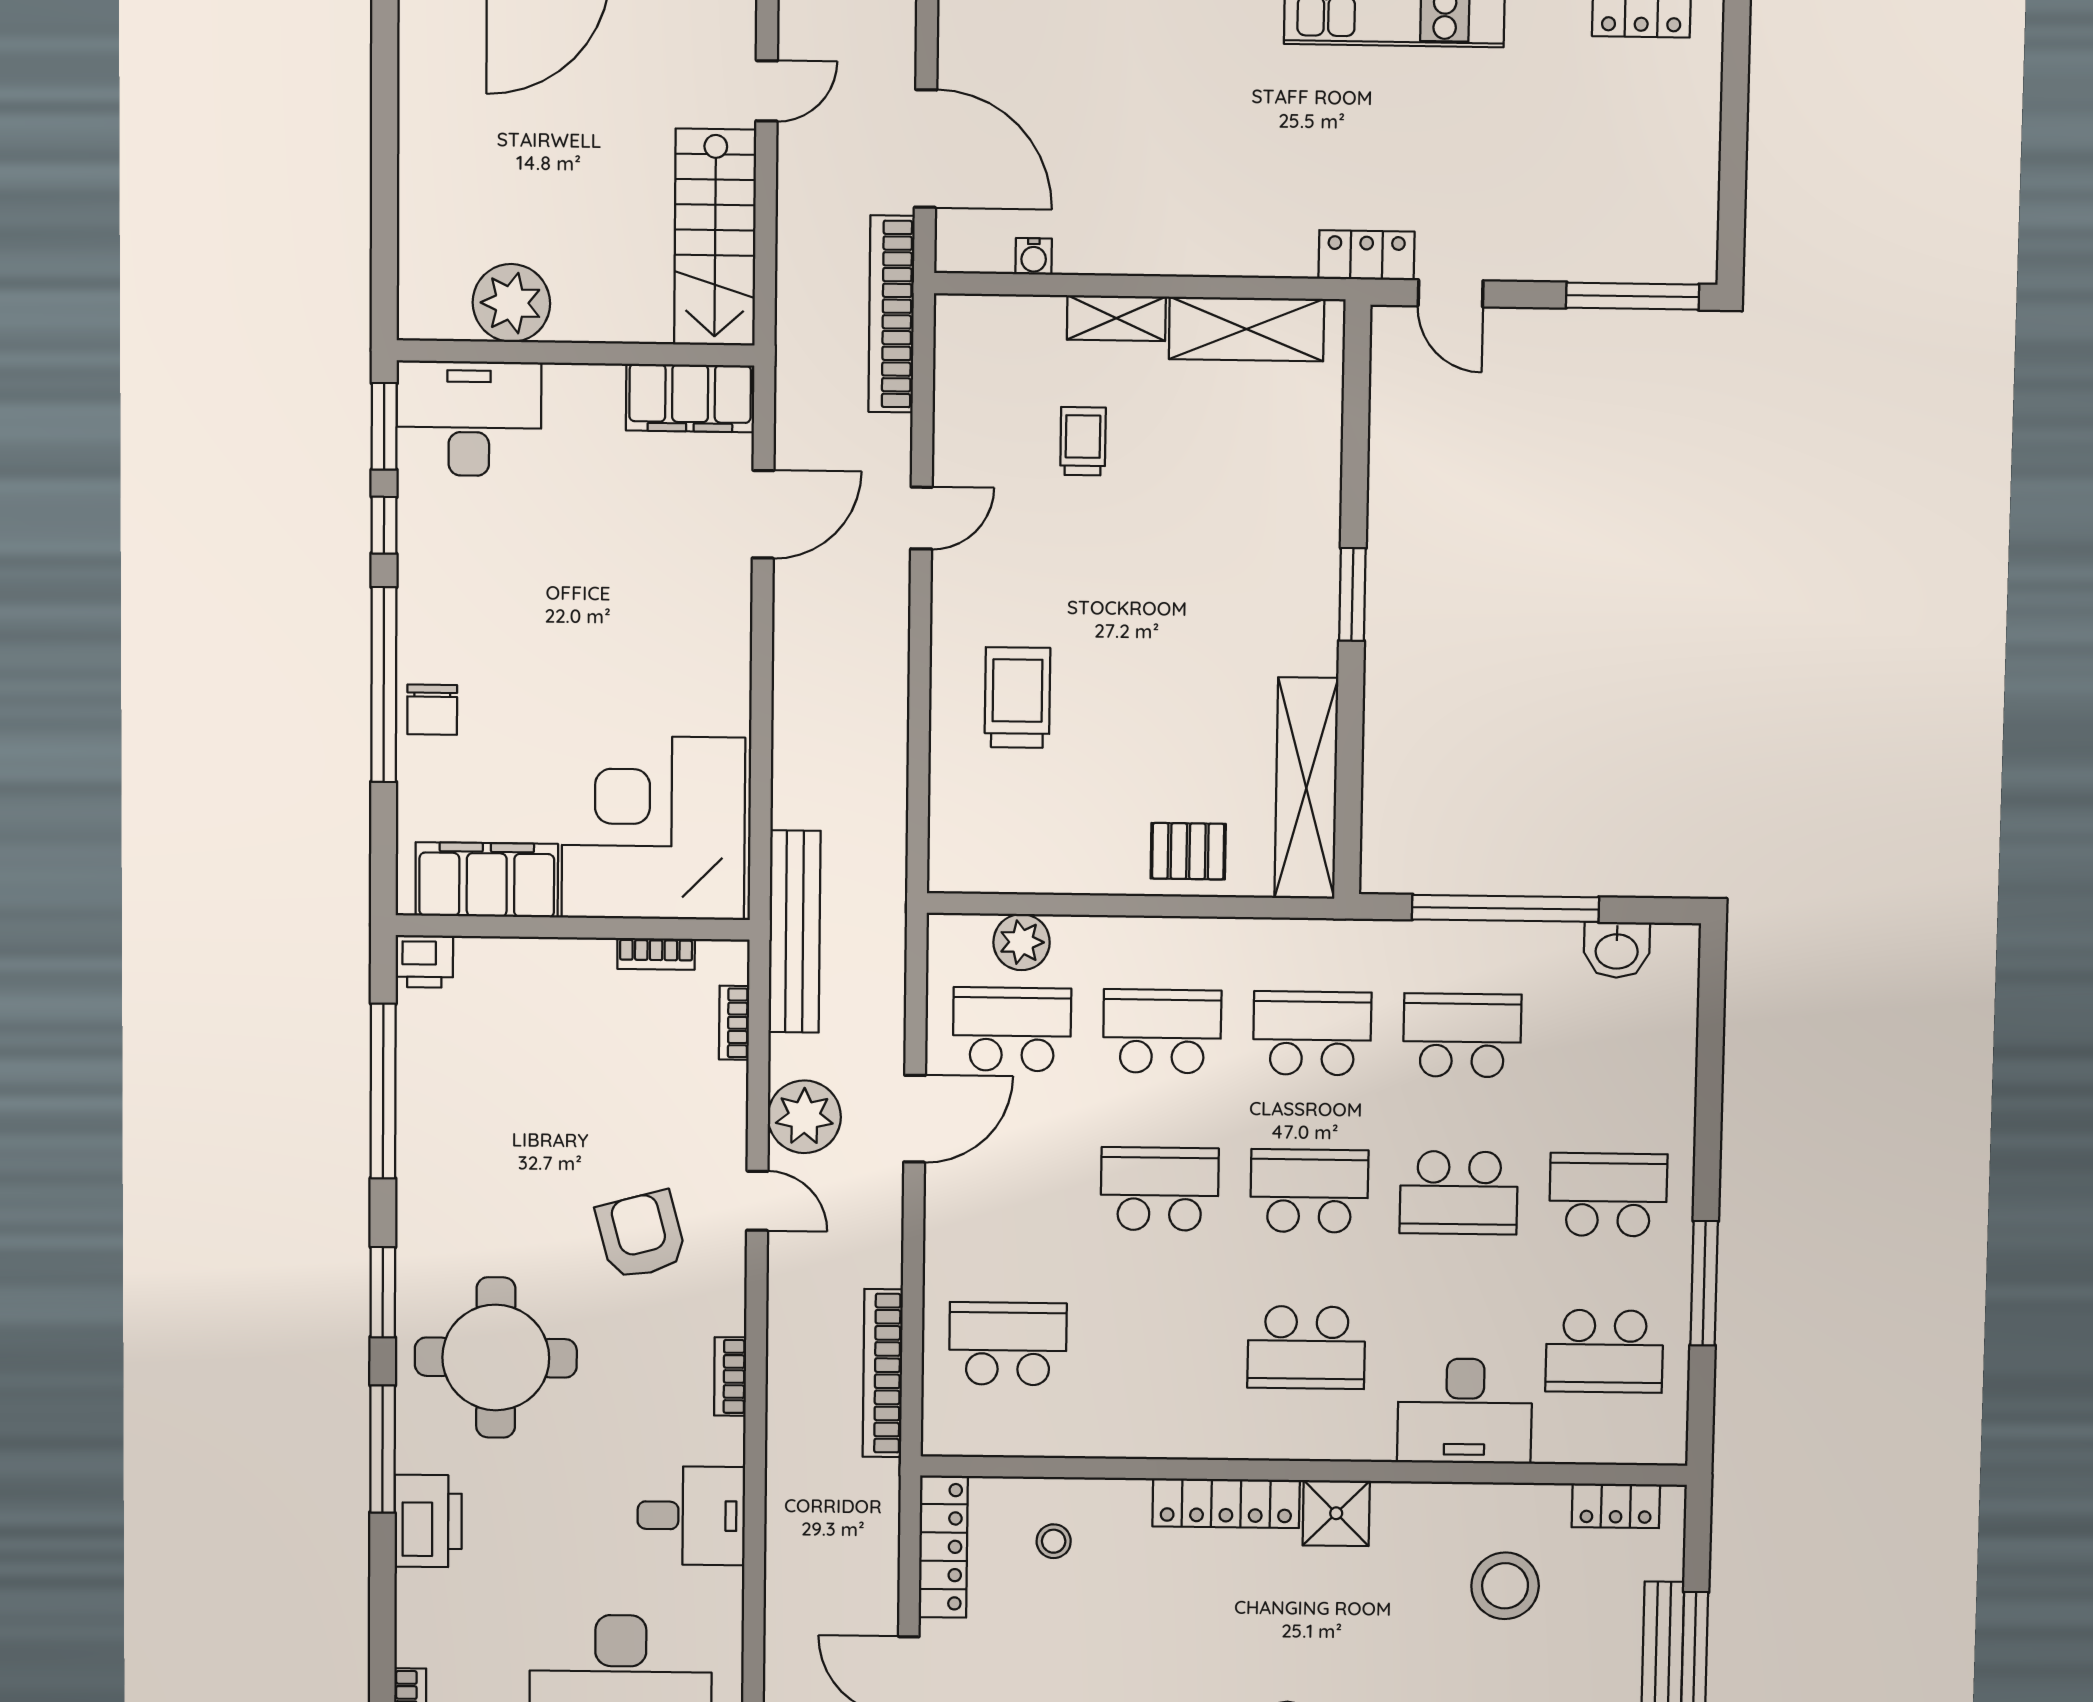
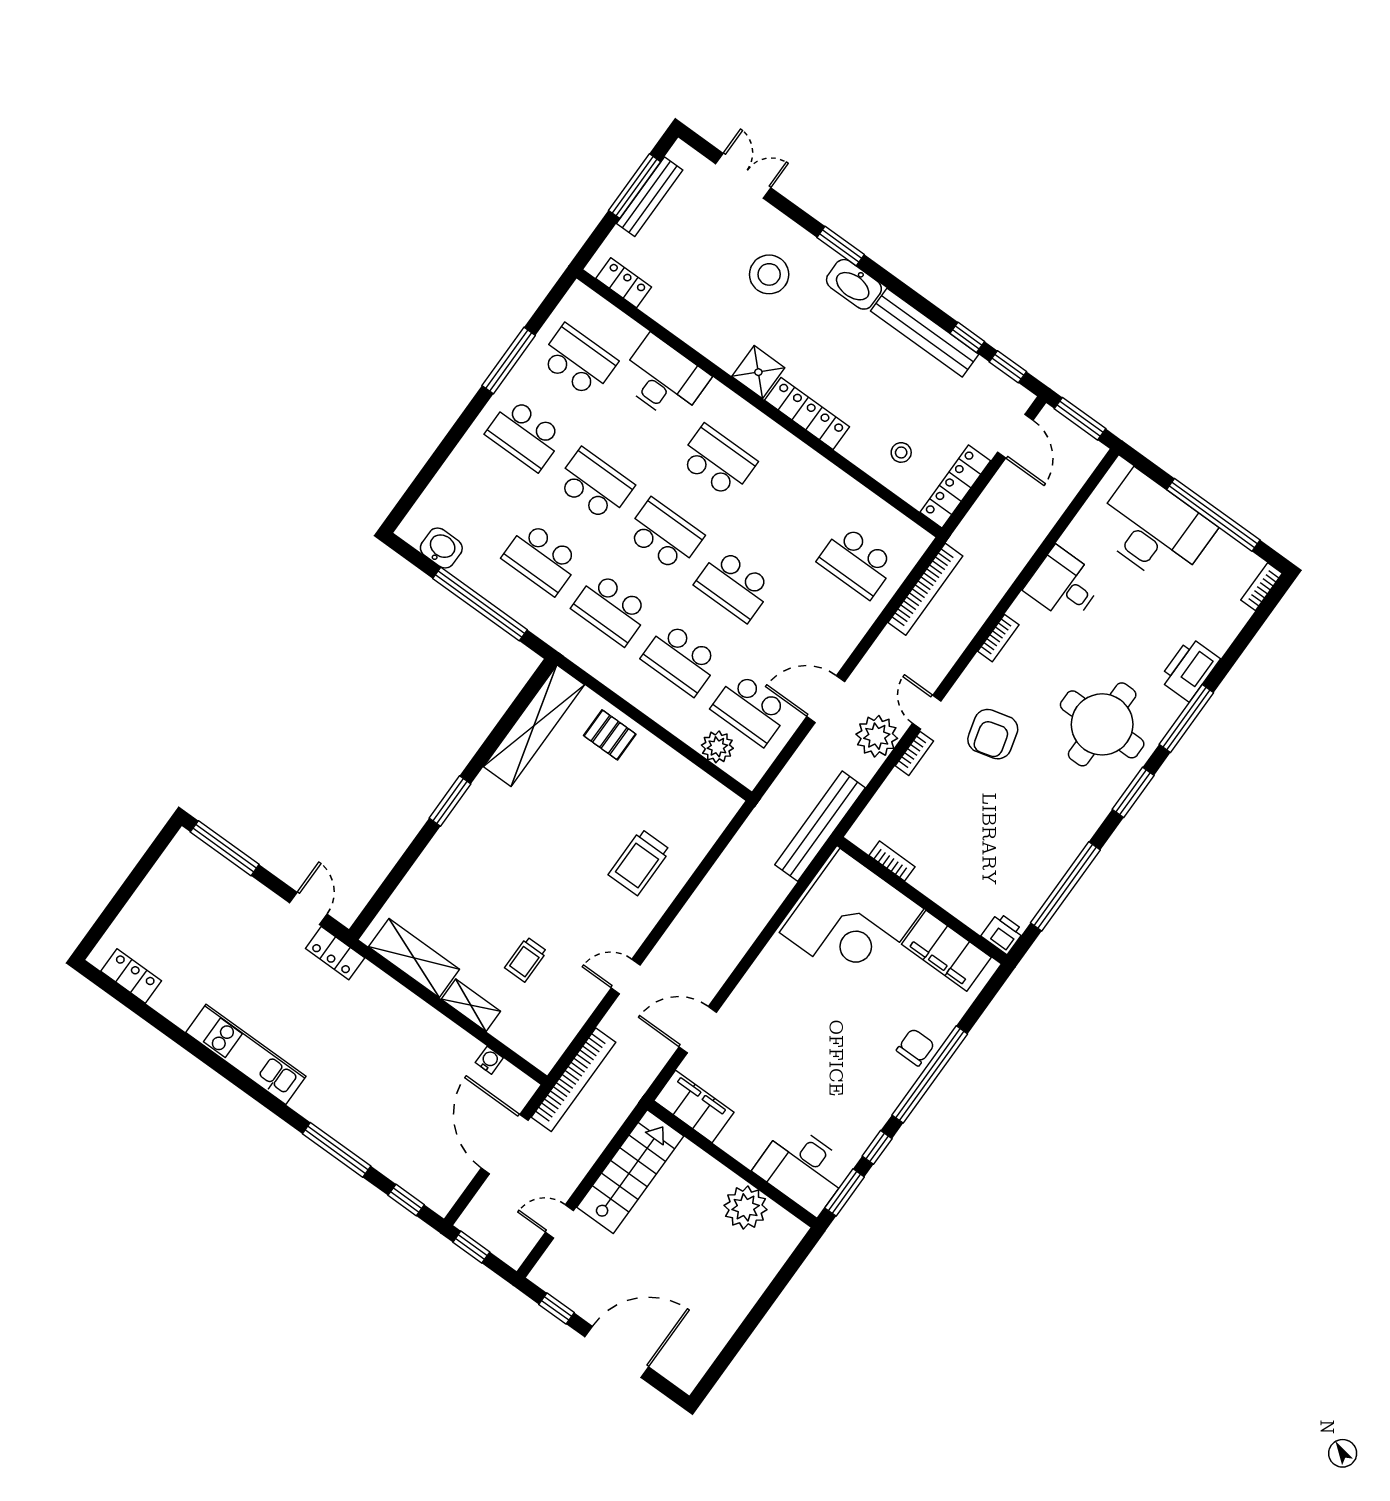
bookcase: (734, 1023) -> (914, 753), moved
school desk: (1309, 1191) -> (664, 535), turned 180
stool: (1505, 1586) -> (769, 274), moved

